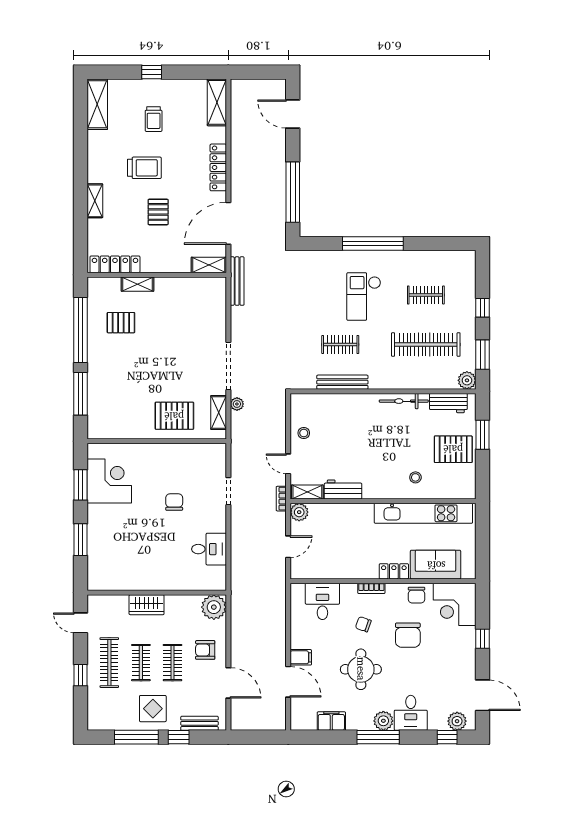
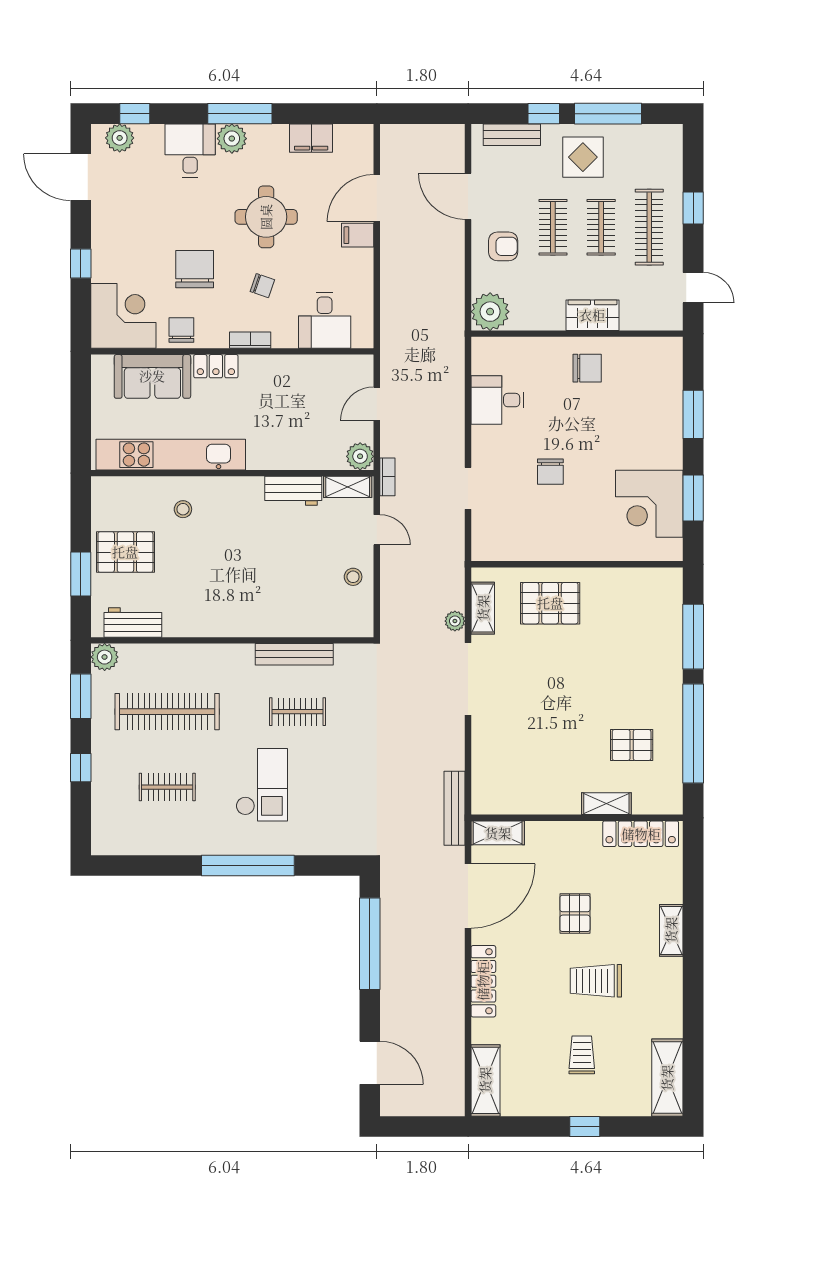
bicycle: (404, 401) -> (201, 625), removed
chair: (150, 570) -> (587, 368), added
door: (288, 682) -> (377, 198), hinge flipped

